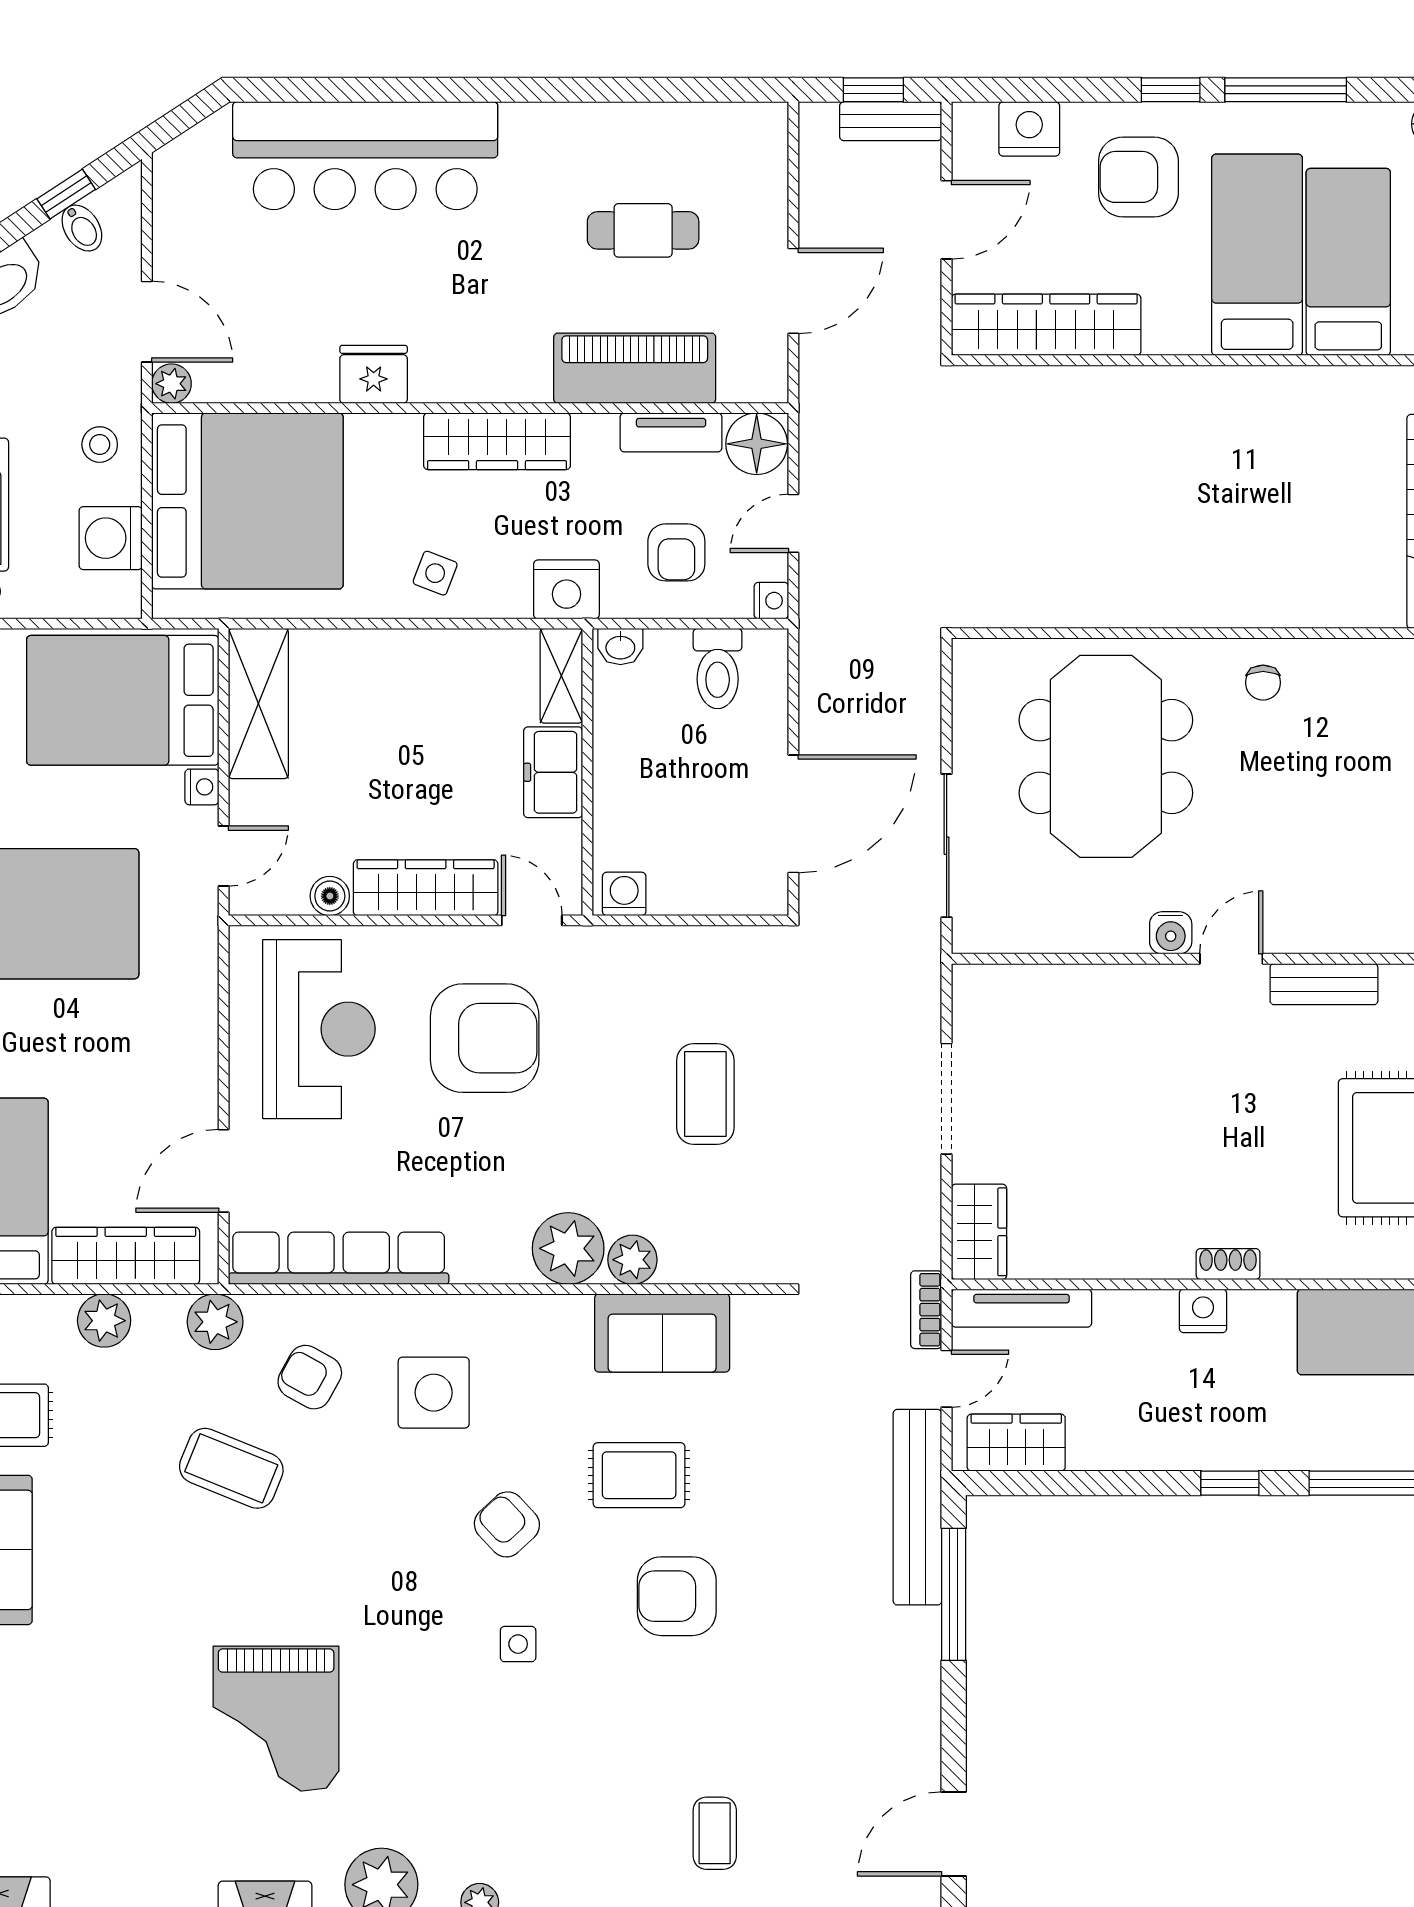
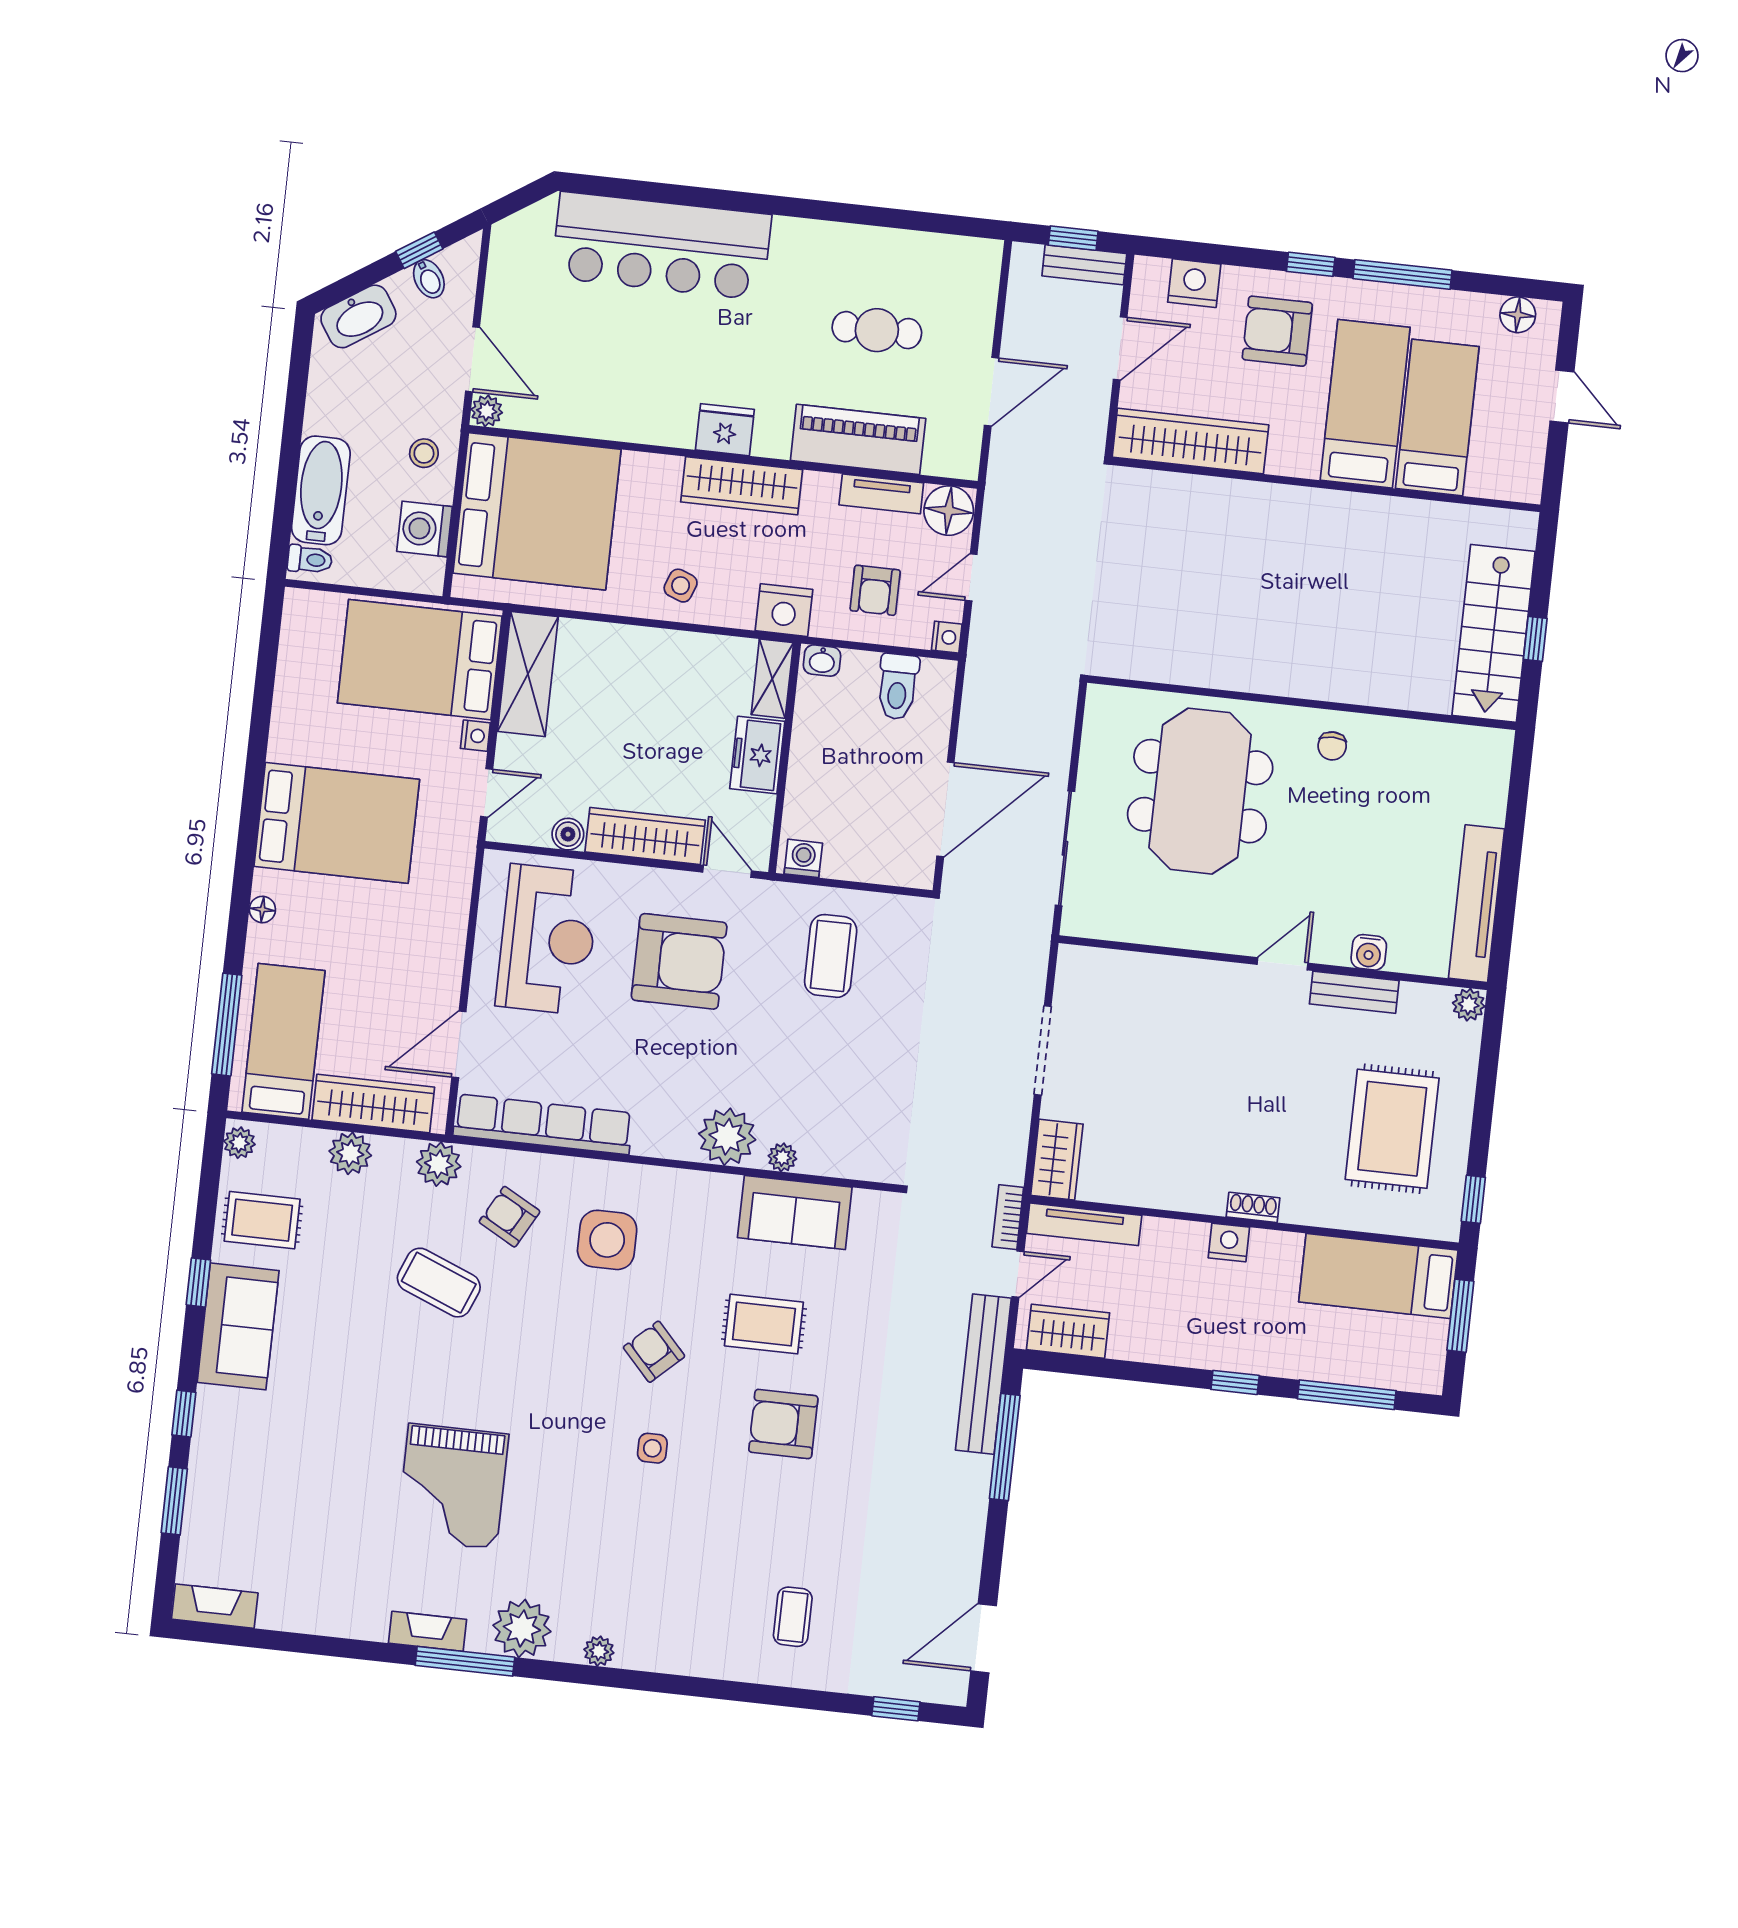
fridge: (374, 374) -> (725, 430), moved
water cooler: (1171, 933) -> (1369, 952), moved
coffee table: (705, 1094) -> (831, 956), moved
plant: (632, 1260) -> (782, 1157), width x0.73, depth x0.73

